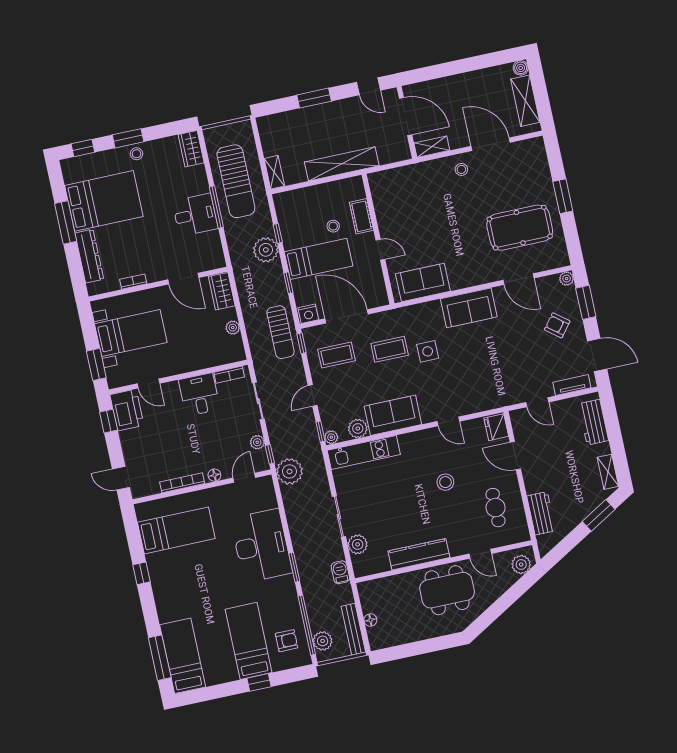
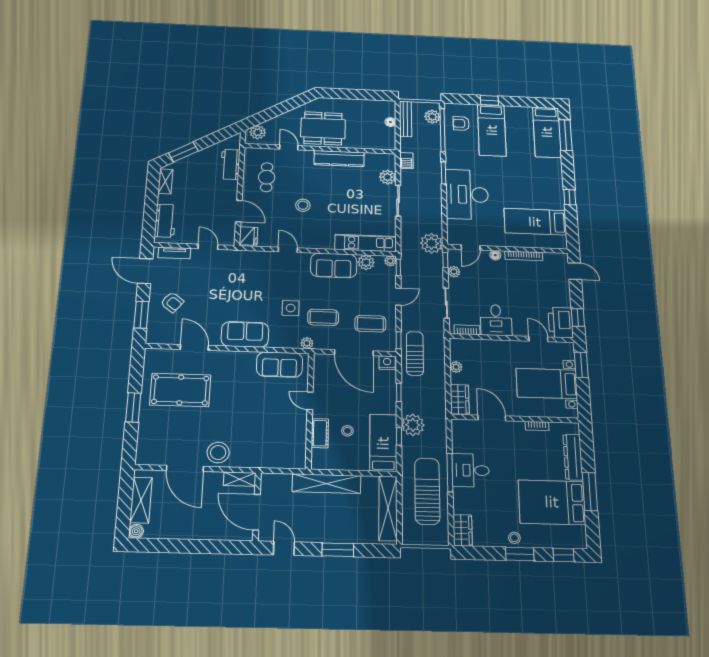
stool: (461, 169) -> (218, 453), width x1.89, depth x1.89
shelving: (274, 172) -> (388, 508), width x2.20, depth x1.33
bed: (319, 259) -> (383, 443), moved, turned 90
plant: (567, 279) -> (307, 343), moved

